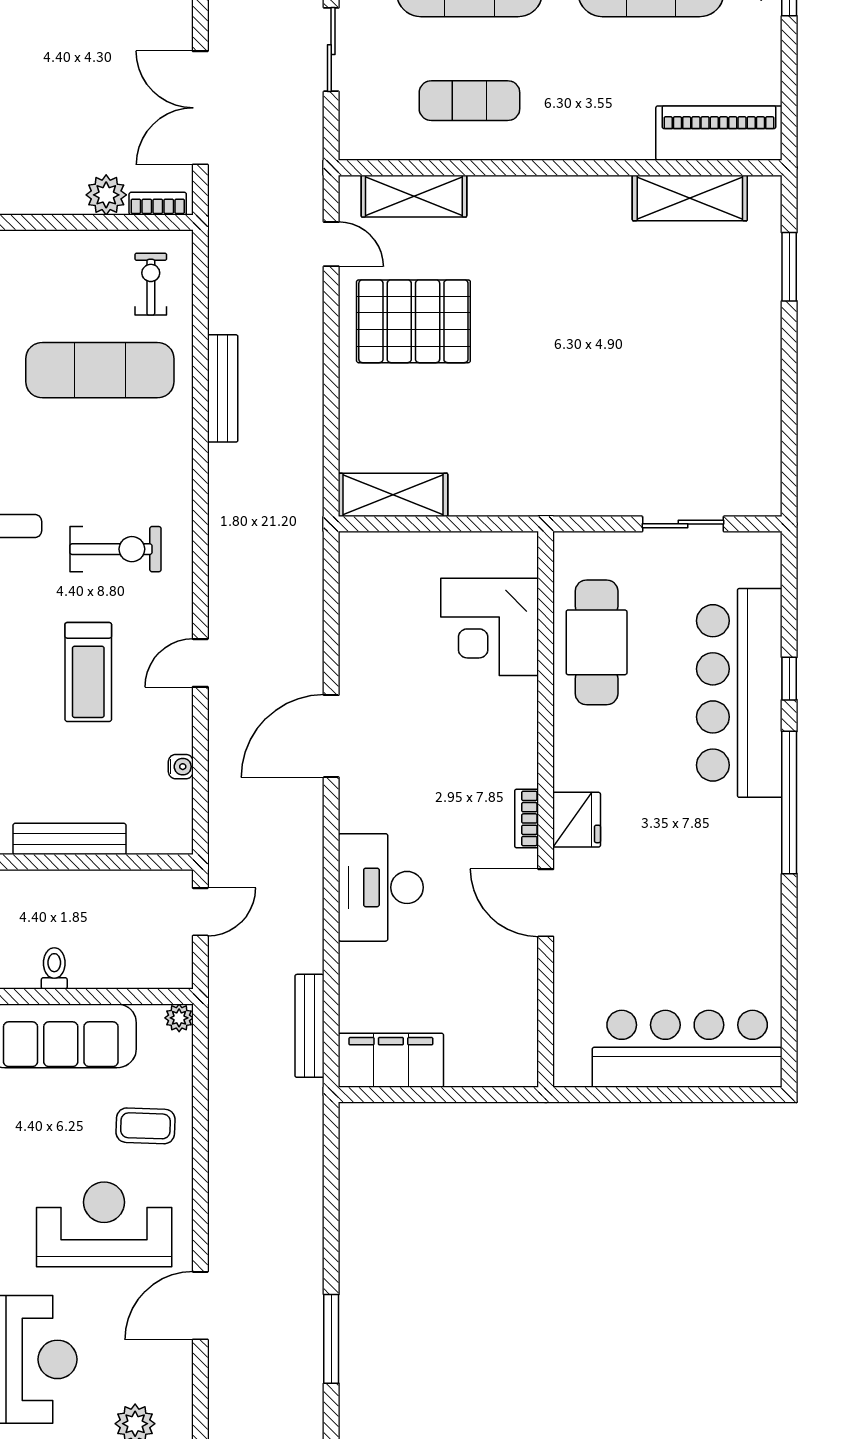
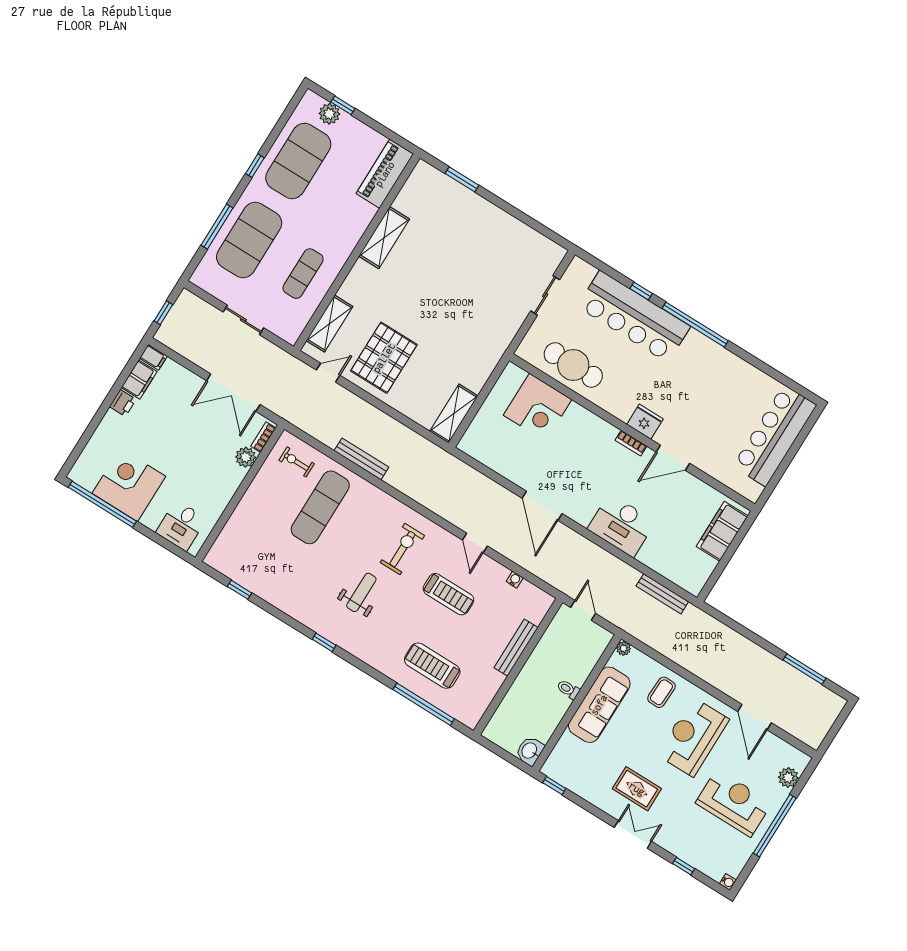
shelving: (690, 198) -> (384, 238), moved
filing cabinet: (391, 1060) -> (722, 531), moved

